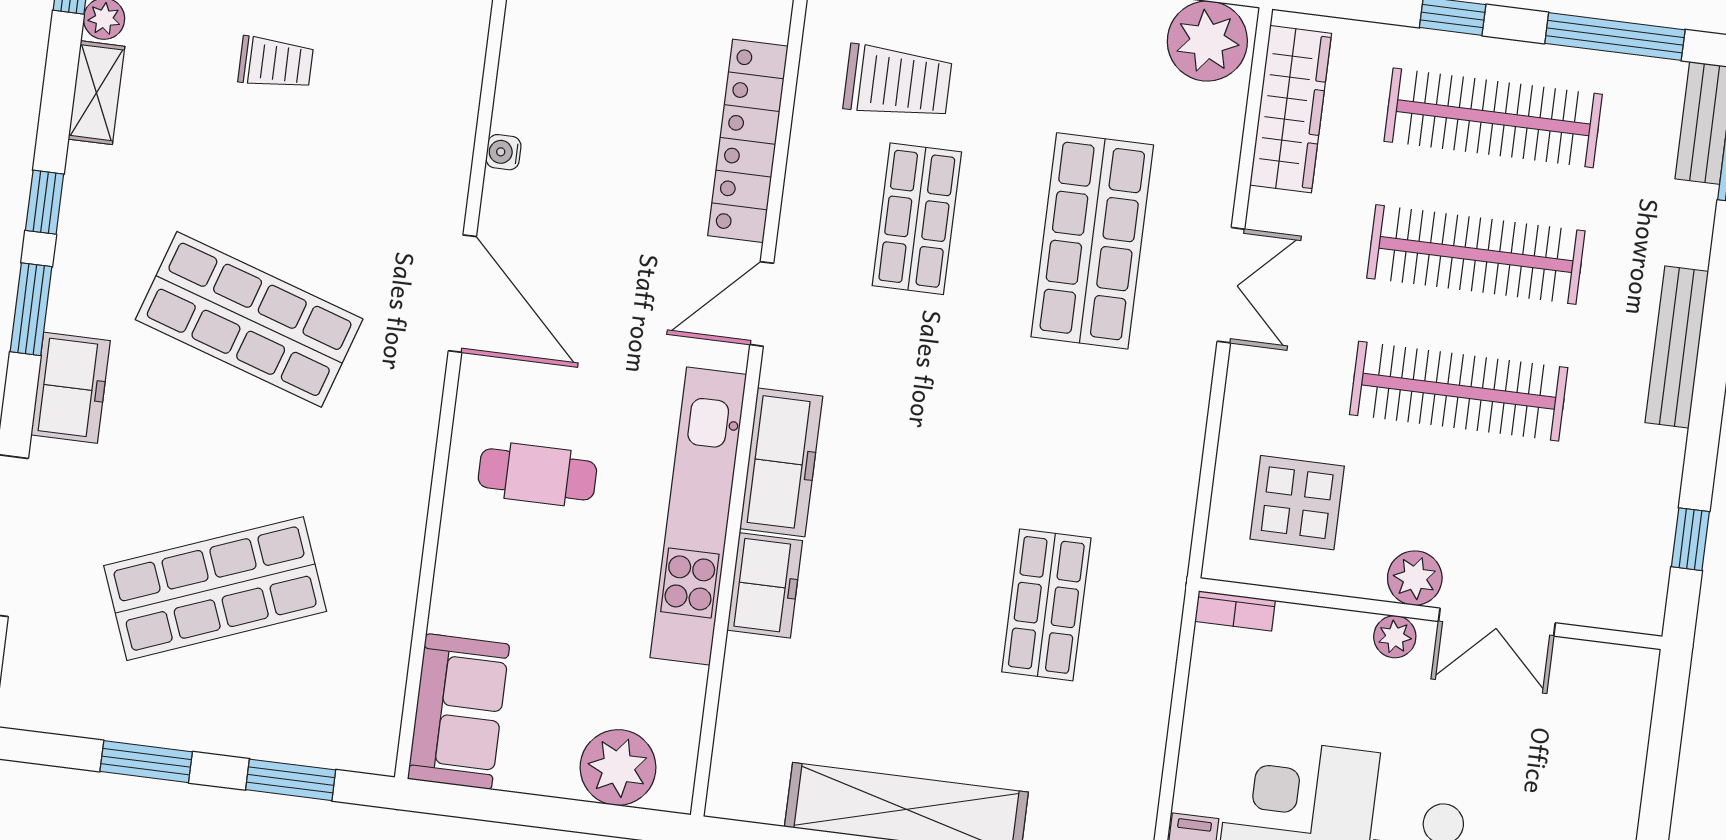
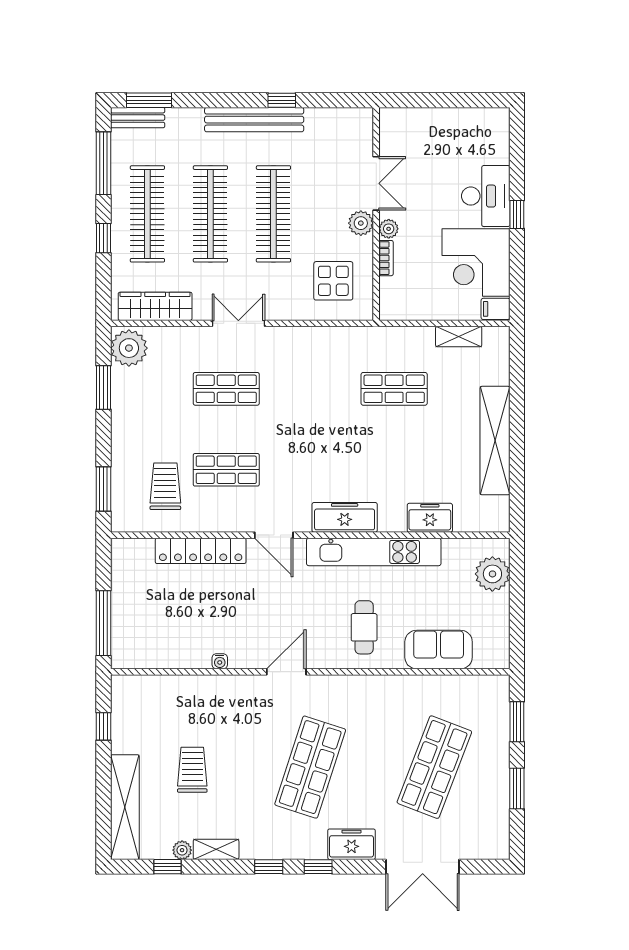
trolley: (276, 63) -> (192, 770), width x1.36, depth x1.39
shop shelf: (1092, 241) -> (226, 389), width x0.70, depth x0.74
door: (462, 294) -> (286, 672), width x0.73
window: (31, 309) -> (318, 867), width x0.67
bench: (1677, 347) -> (254, 120), width x1.37, depth x1.21
window: (1690, 539) -> (282, 100), moved
freezer: (765, 585) -> (430, 518), moved
shop shelf: (215, 589) -> (434, 767), turned 42
bookcase: (1235, 611) -> (386, 258), moved
sofa: (459, 712) -> (439, 650), moved
shelving: (1142, 759) -> (459, 337), added

